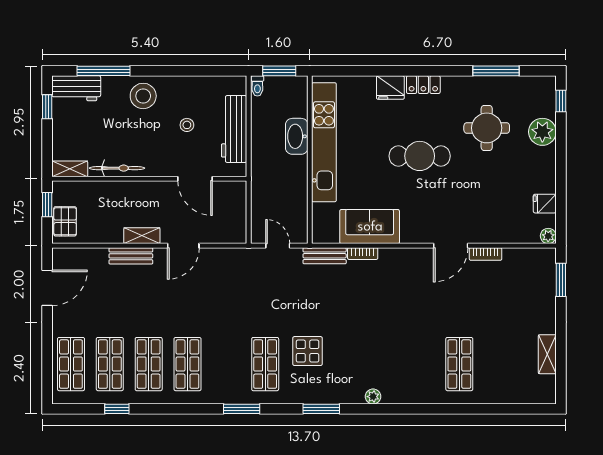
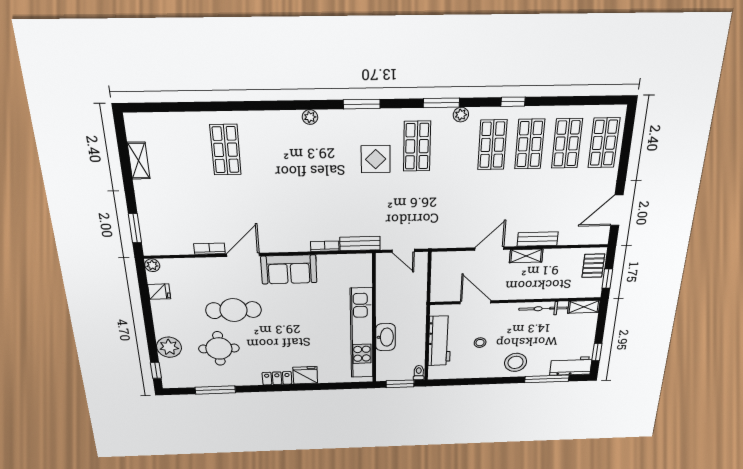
cafe table: (420, 156) -> (233, 310), moved
sofa: (370, 227) -> (289, 269), moved
plant: (221, 396) -> (461, 115), added
window: (117, 409) -> (513, 102), moved

